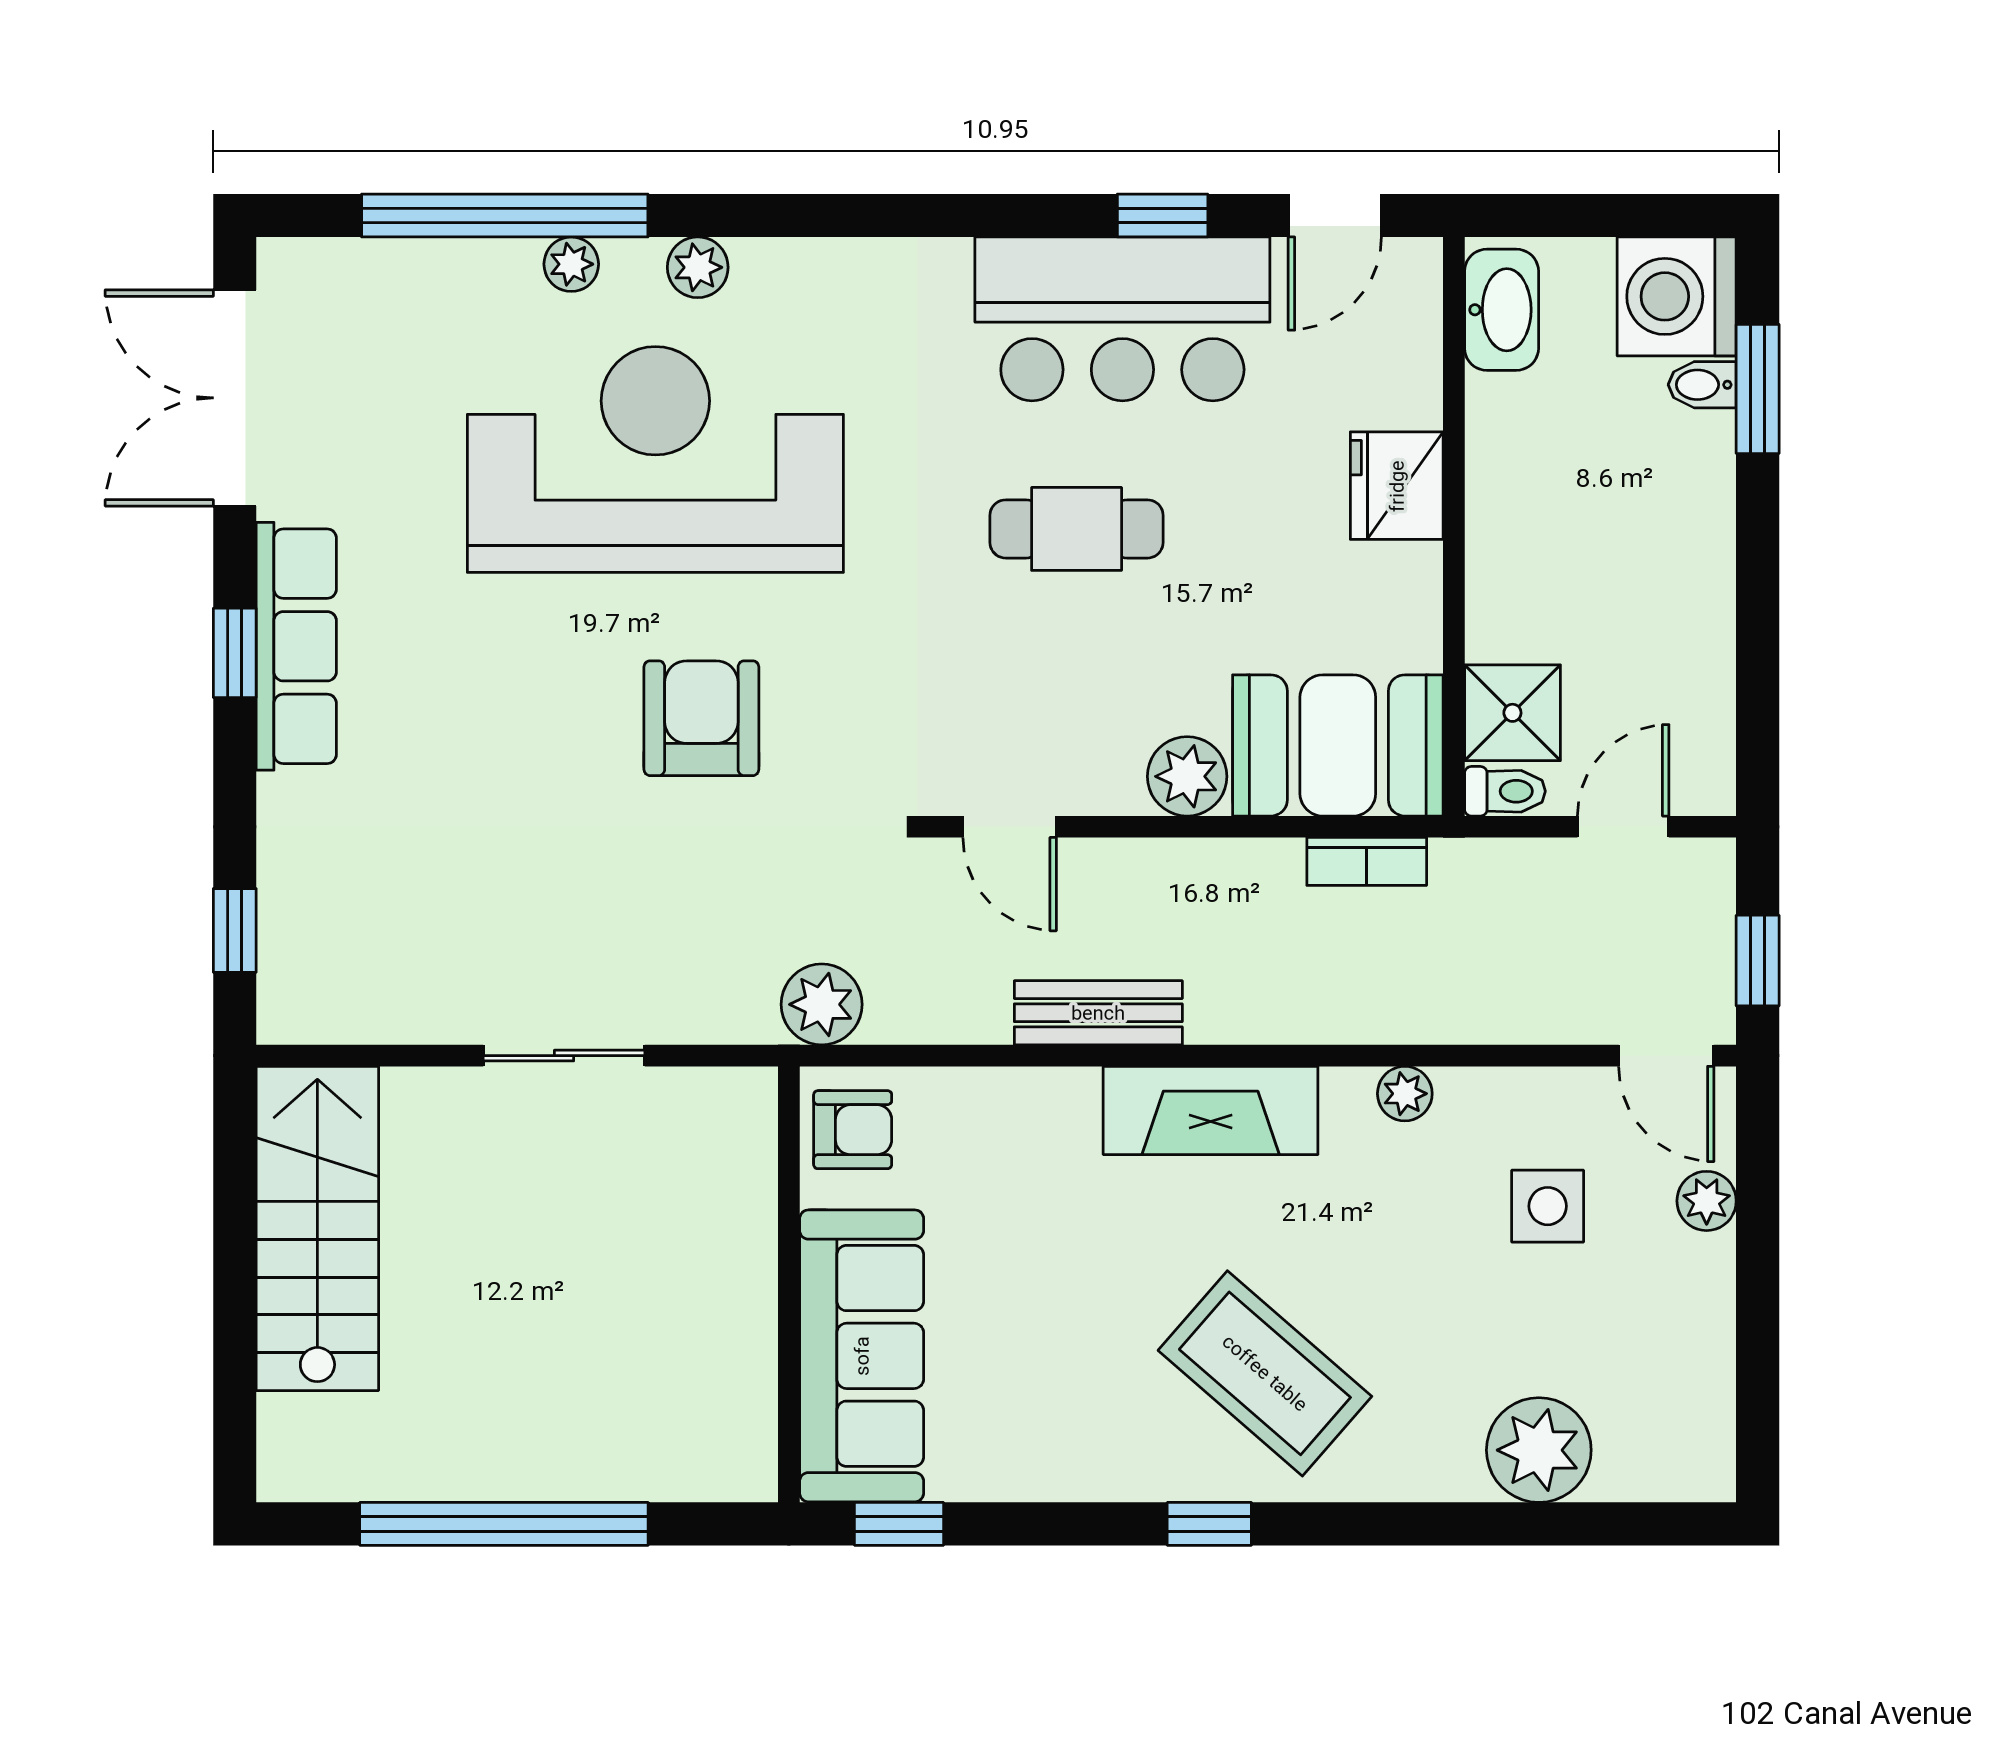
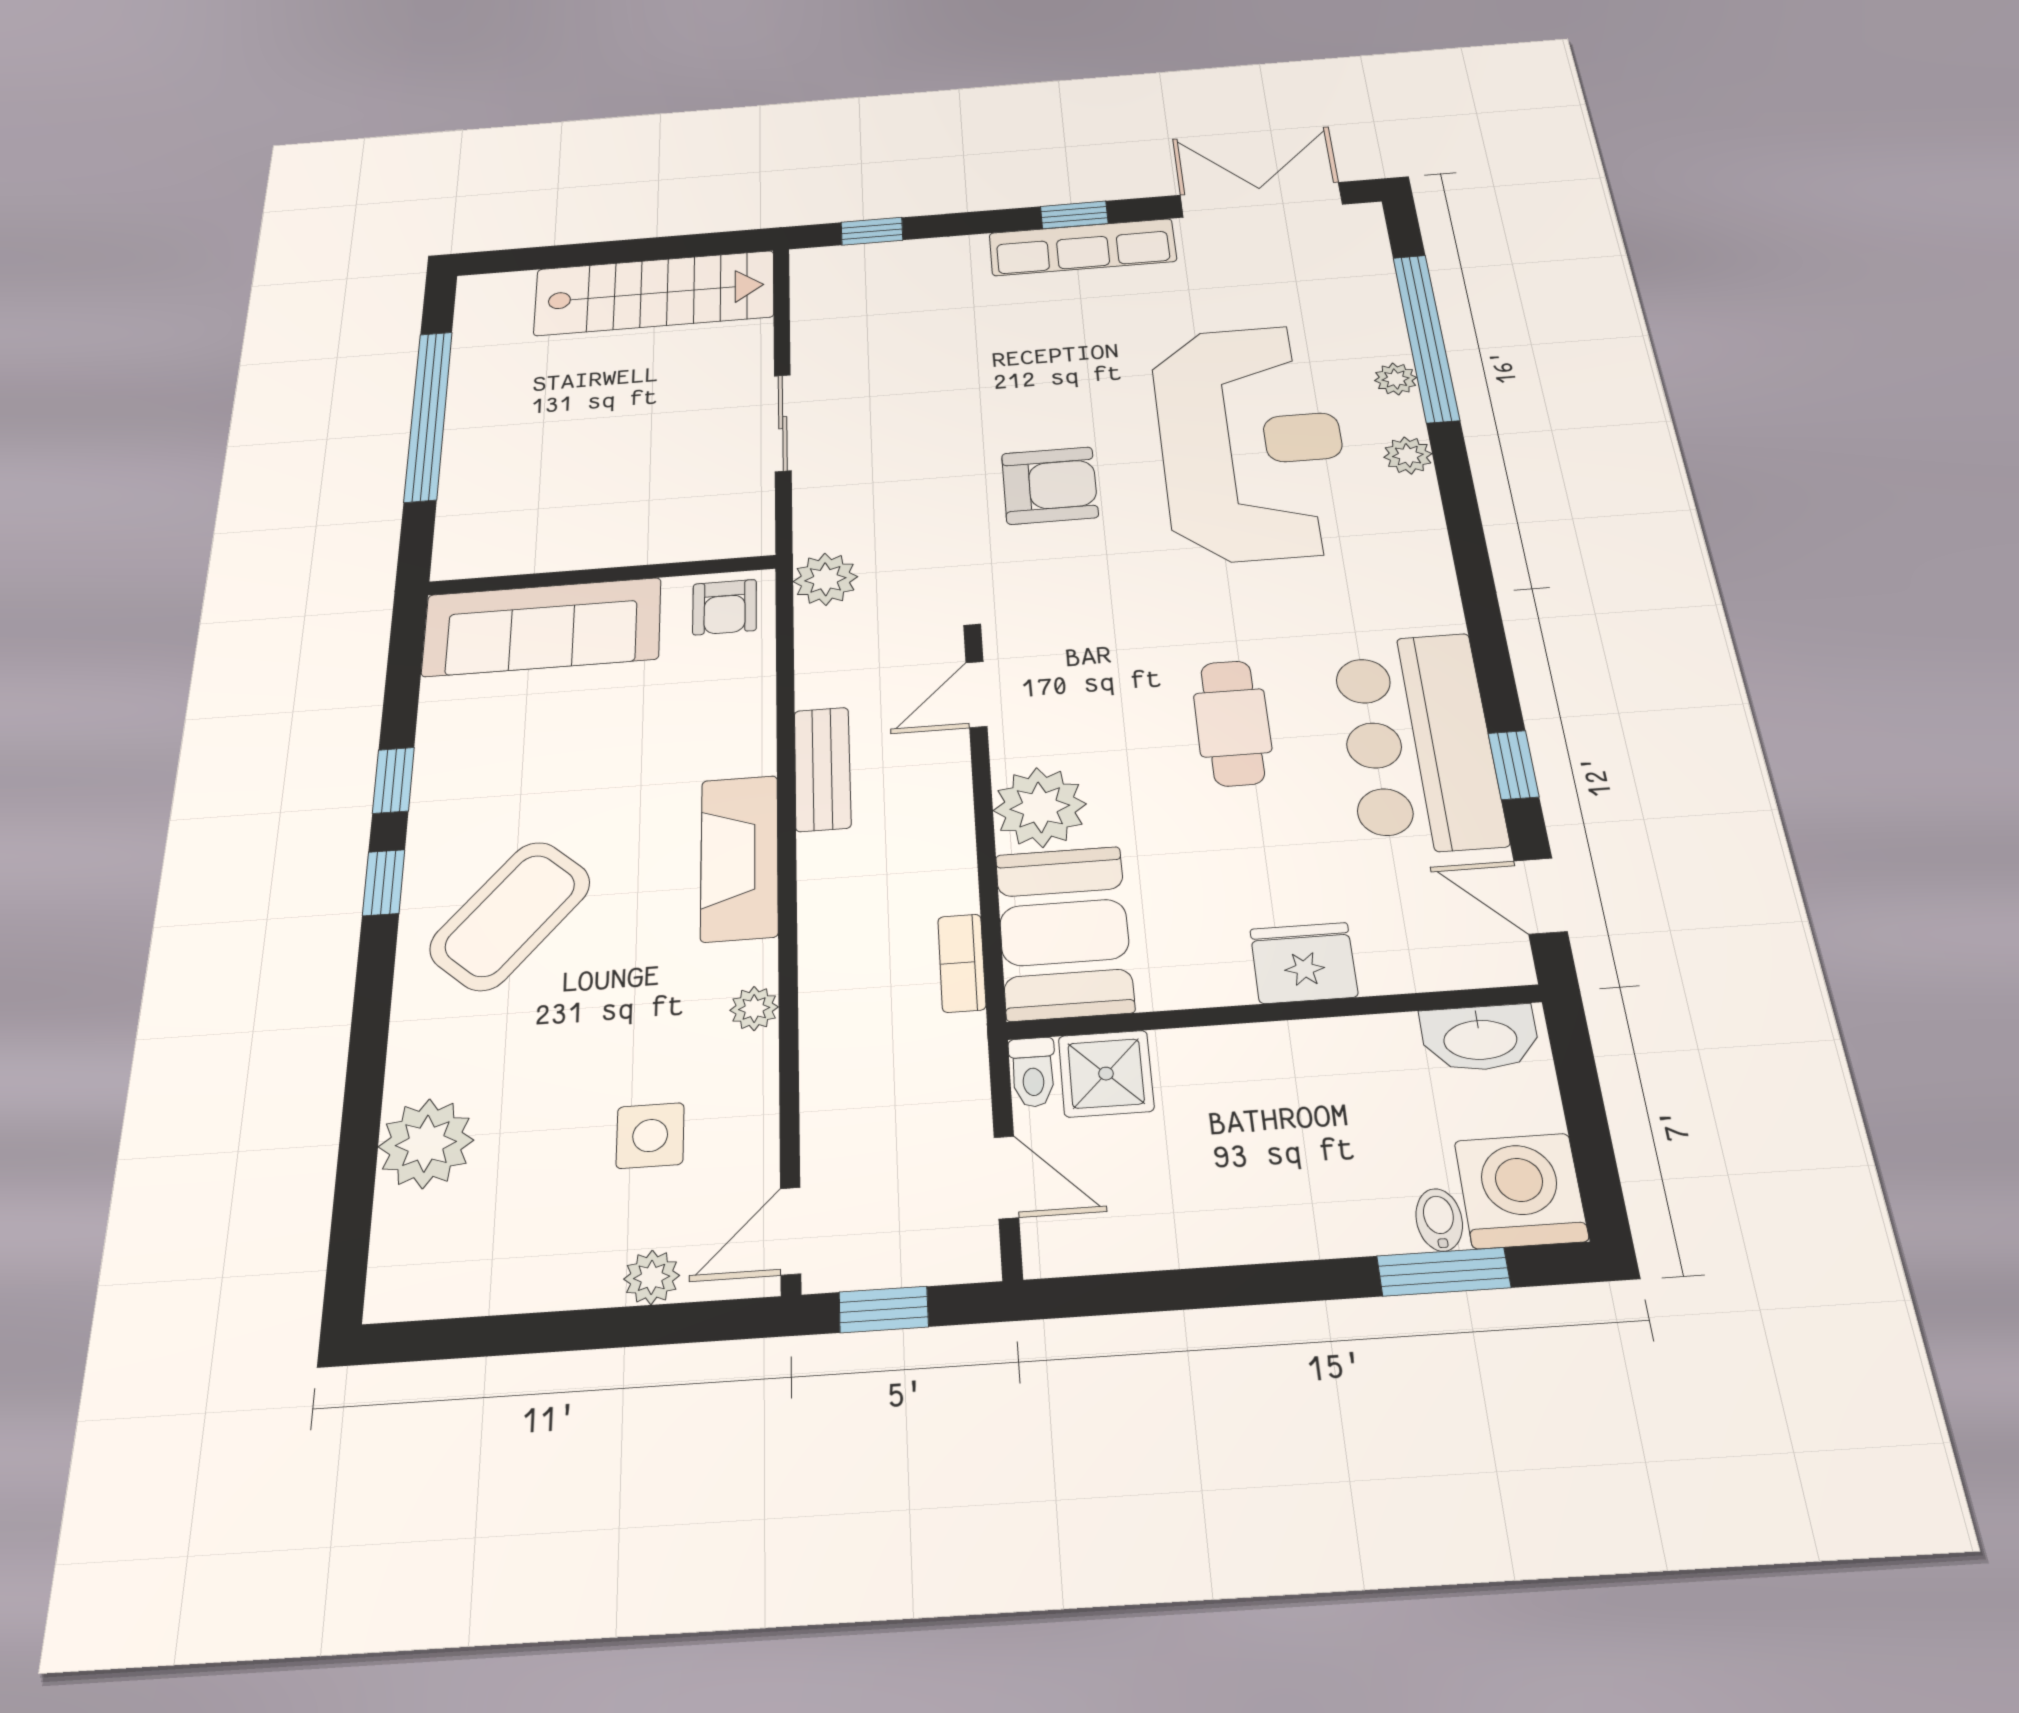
plant: (1187, 776) -> (1040, 807), width x1.36, depth x1.36
window: (899, 1524) -> (393, 780), moved

